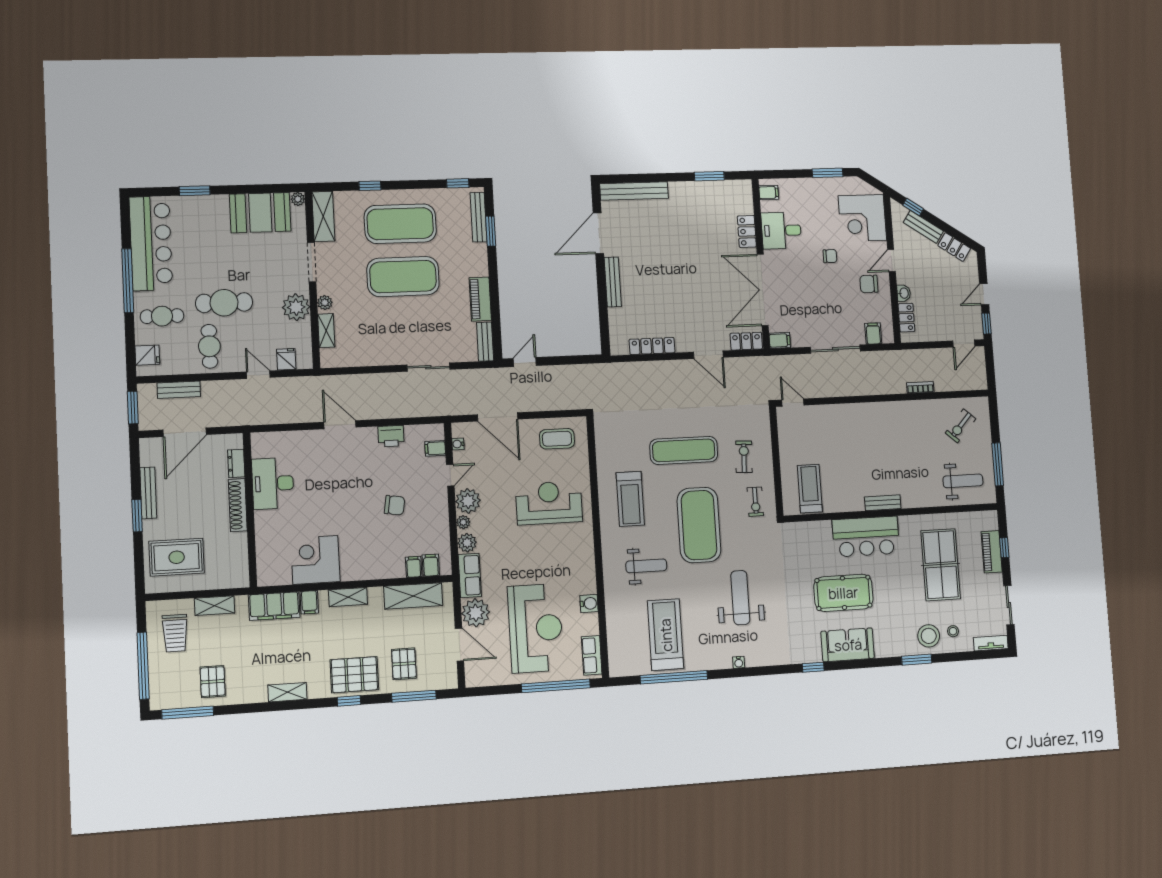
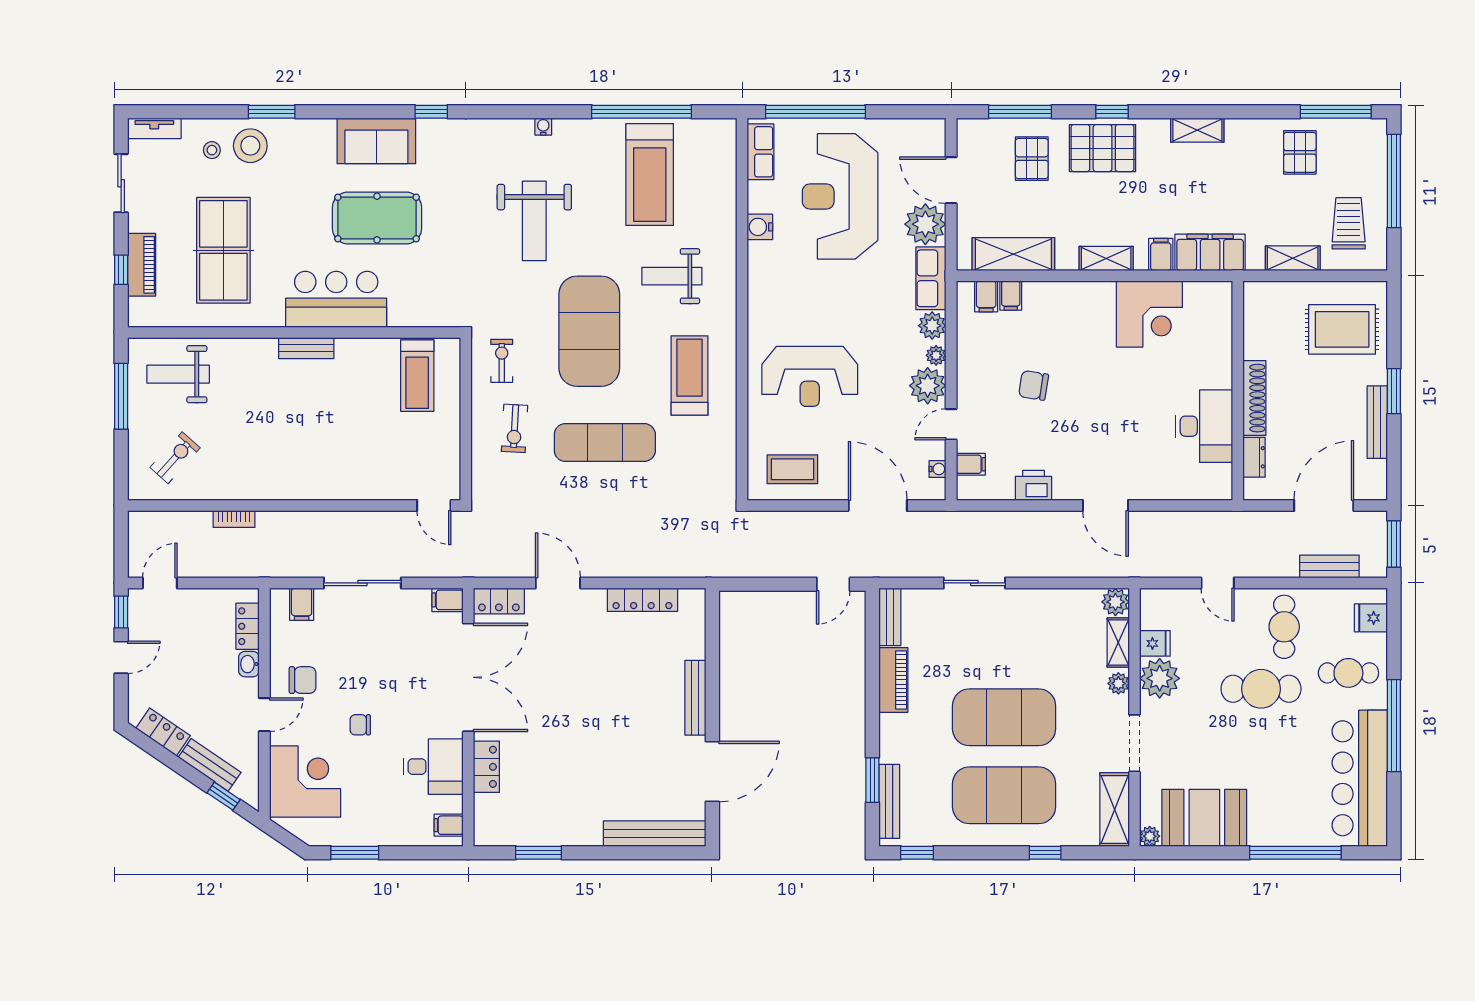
window: (195, 191) -> (1295, 853), width x2.11
plant: (330, 358) -> (1115, 602), added
fridge: (286, 359) -> (1155, 643), moved, turned -90

